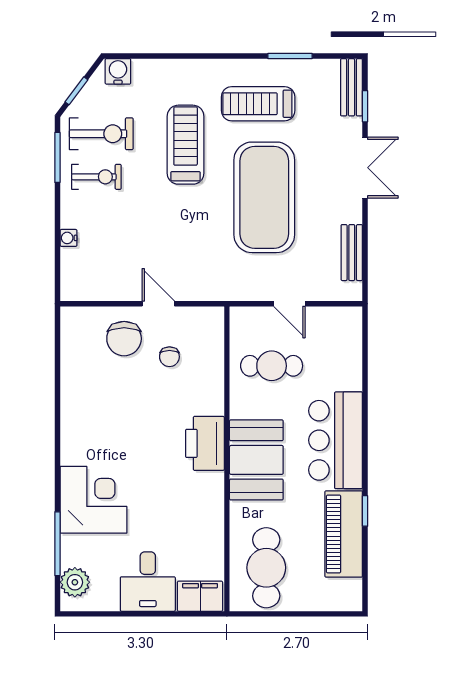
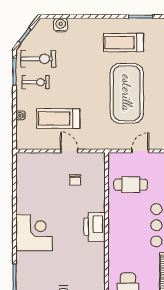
water cooler: (118, 71) -> (61, 25), moved
treadmill: (186, 145) -> (58, 119), moved, turned -90
door: (289, 304) -> (140, 151), swing flipped
chair: (124, 339) -> (51, 170), removed
booth: (256, 460) -> (122, 236), removed
corner desk: (93, 500) -> (34, 233), moved

